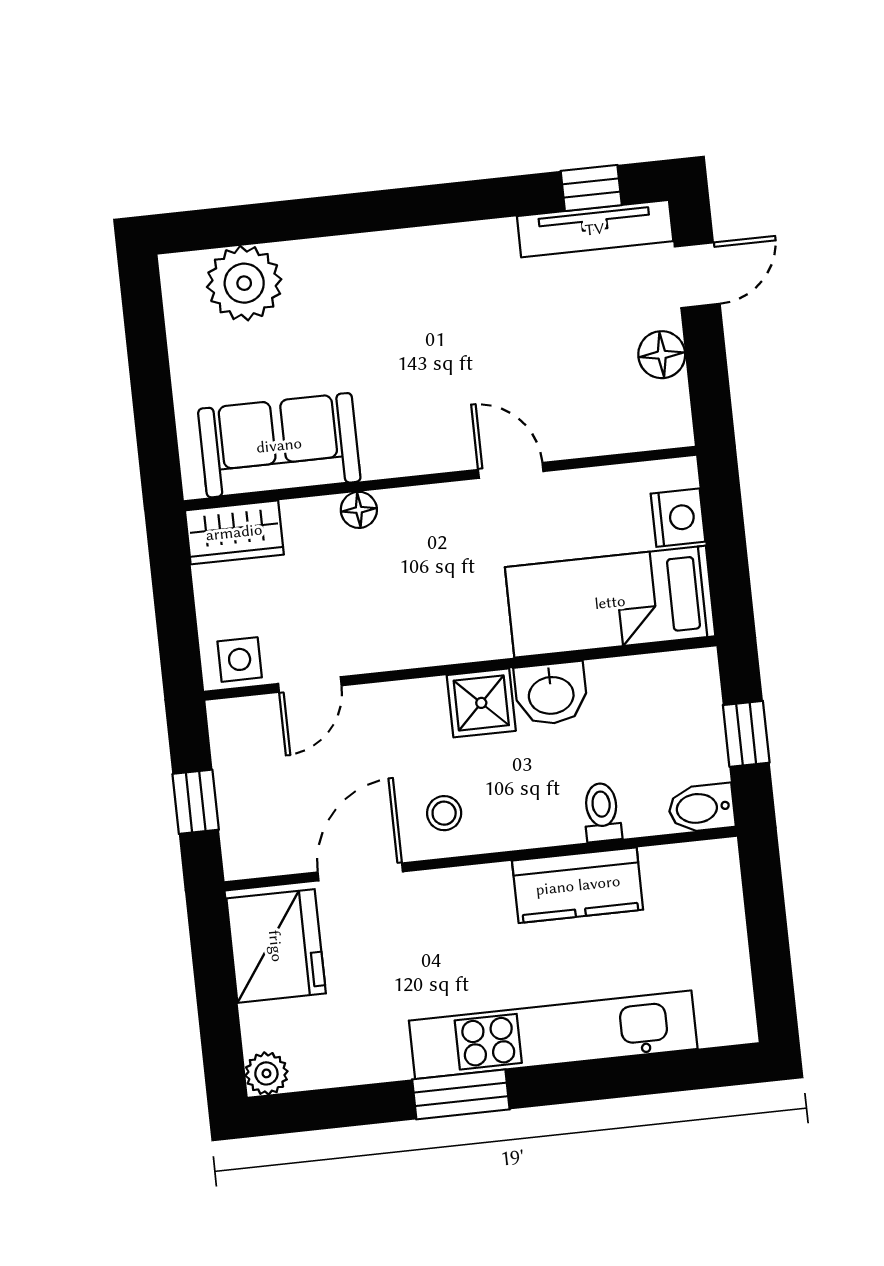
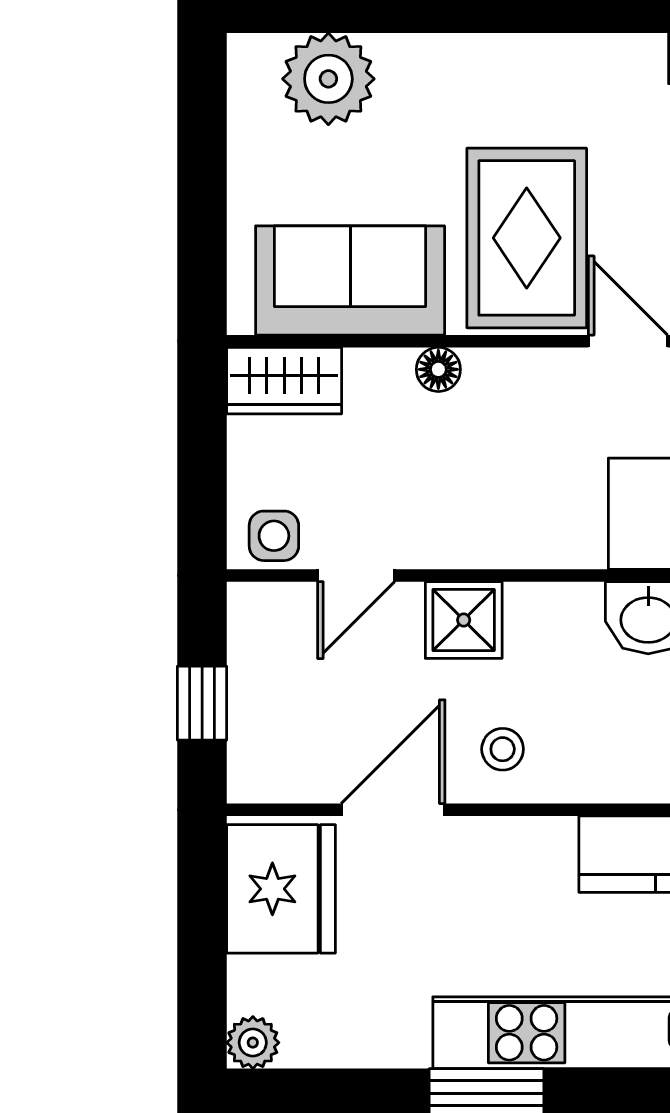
rug: (419, 395) -> (527, 238), added
shower: (481, 703) -> (464, 620), moved

